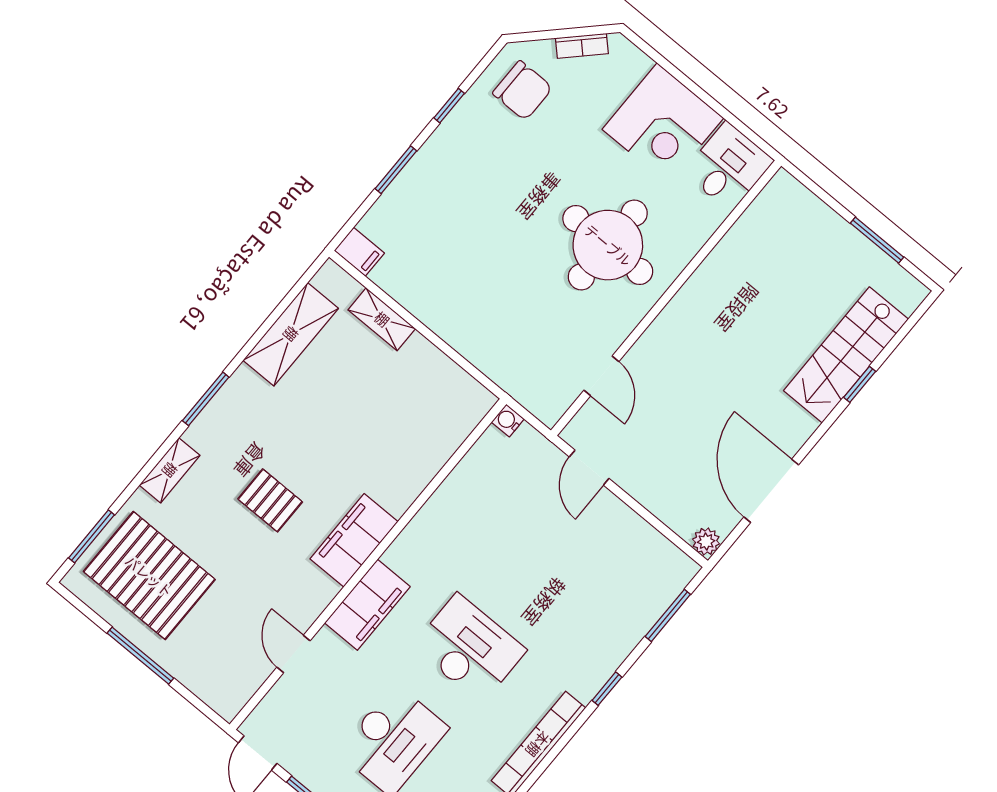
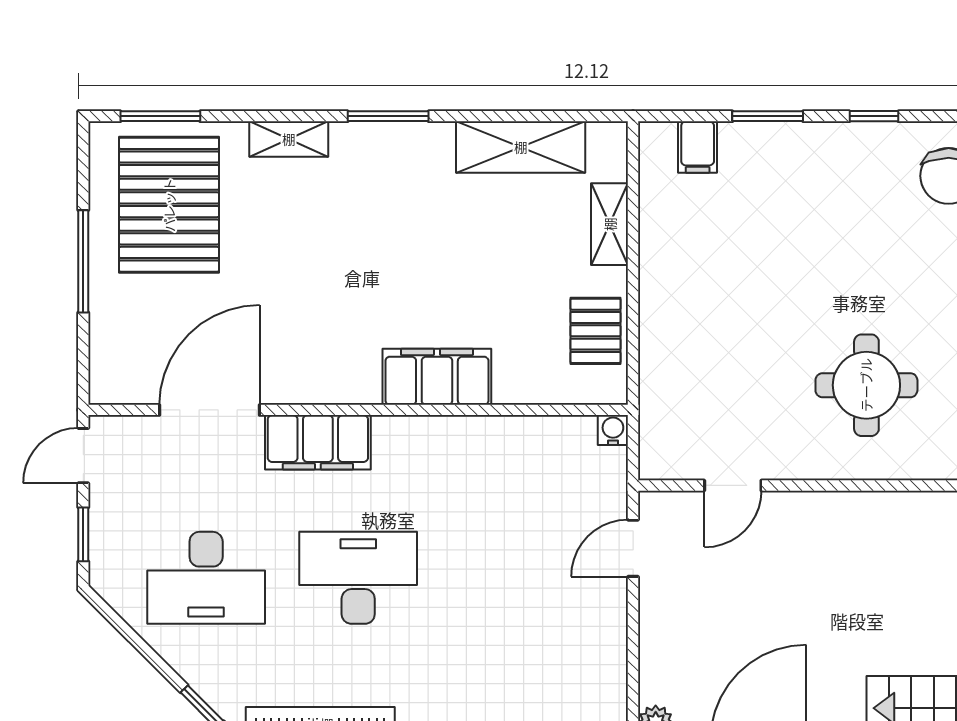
round table: (608, 245) -> (866, 385), width x0.73, depth x0.73
filing cabinet: (359, 252) -> (698, 147), moved
pallet: (270, 500) -> (595, 331), moved
filing cabinet: (354, 540) -> (437, 377), moved
desk: (469, 648) -> (358, 578), turned -90
door: (293, 654) -> (210, 410), width x1.88

